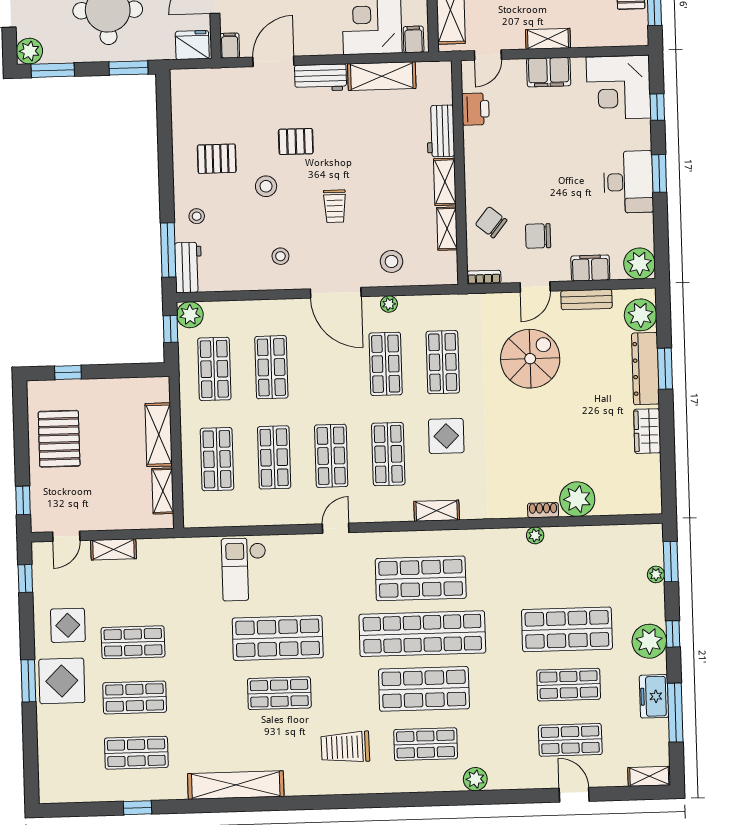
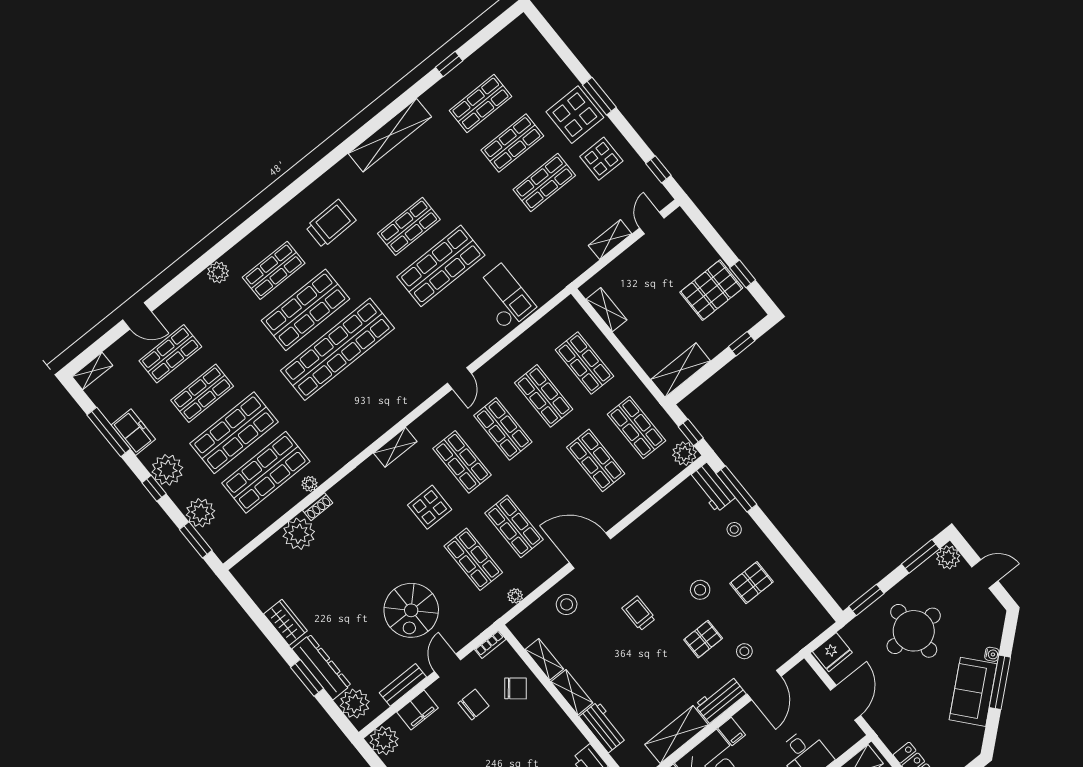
filing cabinet: (230, 46) -> (732, 731), moved
stool: (280, 256) -> (744, 651), moved
plant: (389, 304) -> (515, 596), moved
shelving: (159, 435) -> (681, 370), moved, turned 90
pallet: (59, 439) -> (711, 290), turned 90
window: (23, 500) -> (743, 274), moved
plant: (656, 574) -> (200, 513), width x1.88, depth x1.88
shop shelf: (421, 578) -> (266, 472), moved

